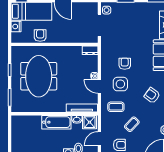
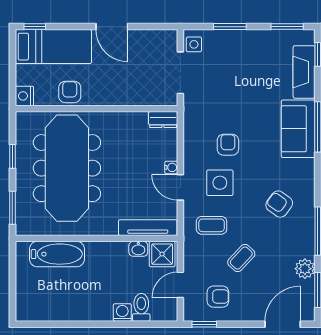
nightstand: (16, 26) -> (24, 96), moved
meeting table: (39, 76) -> (67, 168), width x1.36
bathtub: (56, 122) -> (57, 254), moved

